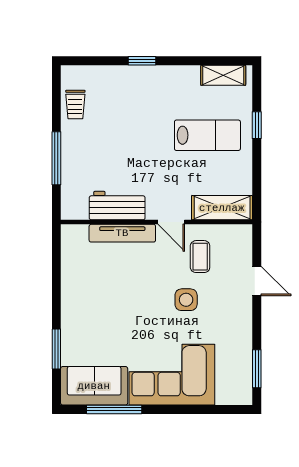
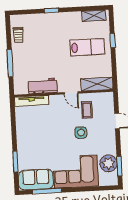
tv unit: (122, 233) -> (32, 101), moved
plant: (236, 362) -> (108, 163), added

